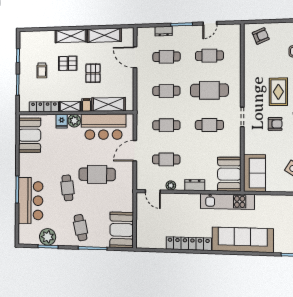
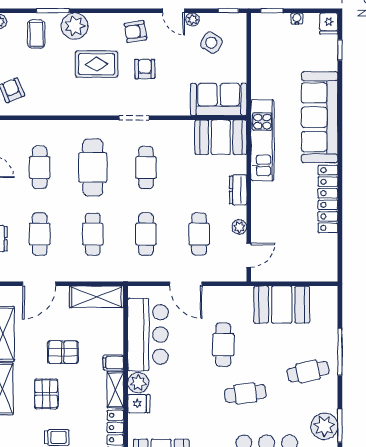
shelving: (108, 104) -> (97, 297), moved, turned 90
cafe table: (97, 174) -> (223, 345), width x0.73, depth x0.74
booth: (122, 230) -> (282, 305), moved

